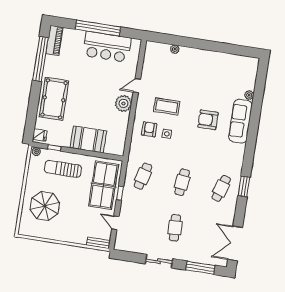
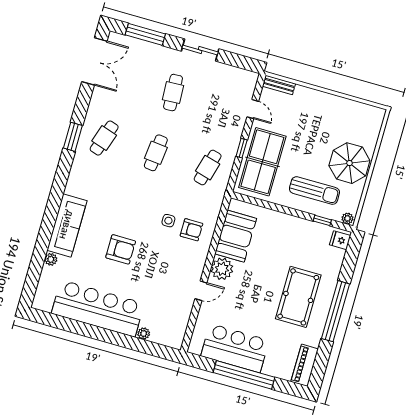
window: (40, 59) -> (336, 311), moved
bar counter: (210, 63) -> (98, 308), added
pool table: (54, 99) -> (298, 297), moved
coffee table: (167, 106) -> (164, 258), removed
armchair: (208, 120) -> (121, 249), moved
armchair: (149, 129) -> (191, 230), turned -90
booth: (88, 139) -> (236, 236), moved, turned 90
parasol: (45, 206) -> (349, 163), moved

